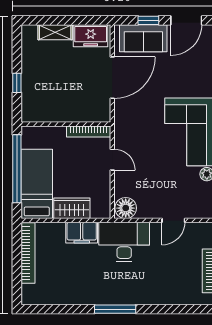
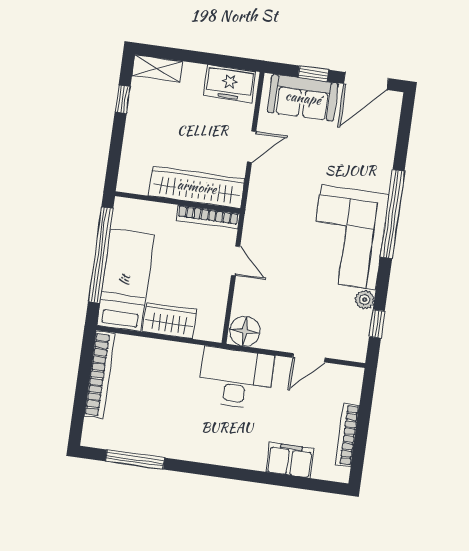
shelving: (55, 32) -> (157, 69), moved
door: (112, 78) -> (252, 147), width x0.53
window: (17, 83) -> (123, 99), moved
wardrobe: (78, 112) -> (197, 187), added
filing cabinet: (82, 233) -> (290, 460), moved, turned 180
window: (115, 309) -> (135, 459), moved

